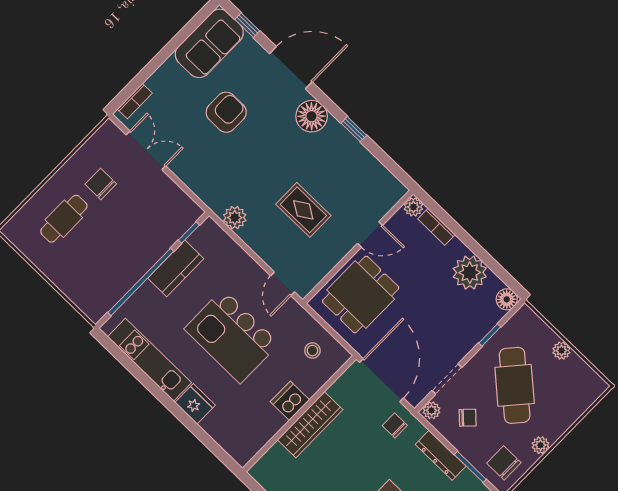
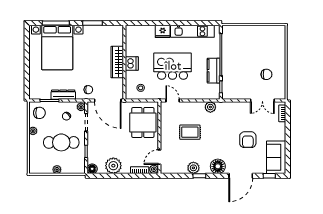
plant: (351, 150) -> (193, 168), added
cafe table: (64, 219) -> (268, 51), removed
door: (370, 234) -> (159, 157), moved
cafe table: (515, 385) -> (61, 142), turned -41

